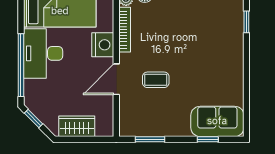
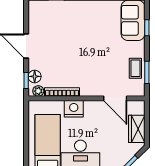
door: (116, 79) -> (115, 98), moved
coffee table: (156, 80) -> (135, 68), moved

